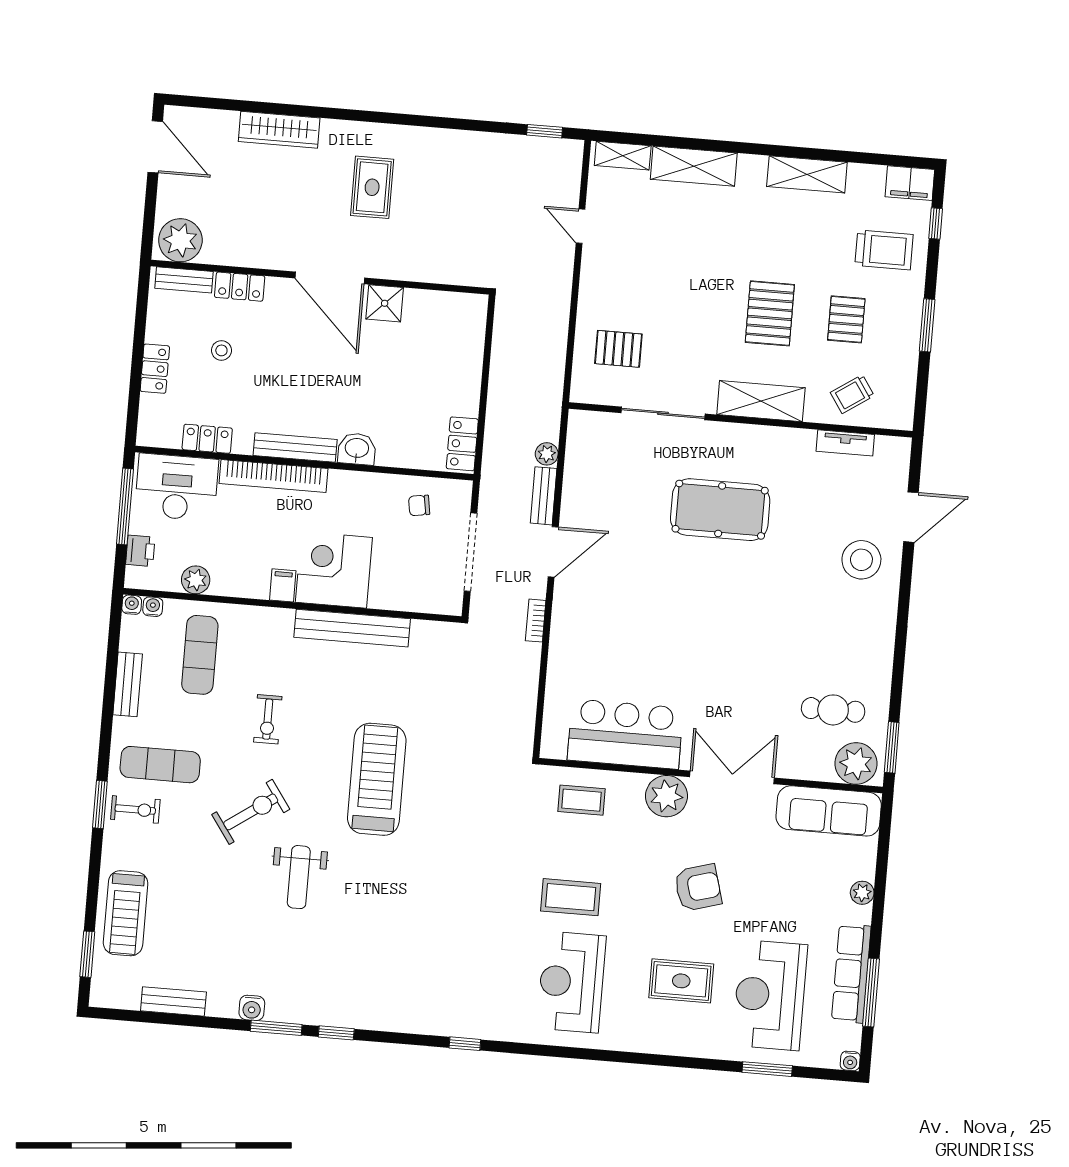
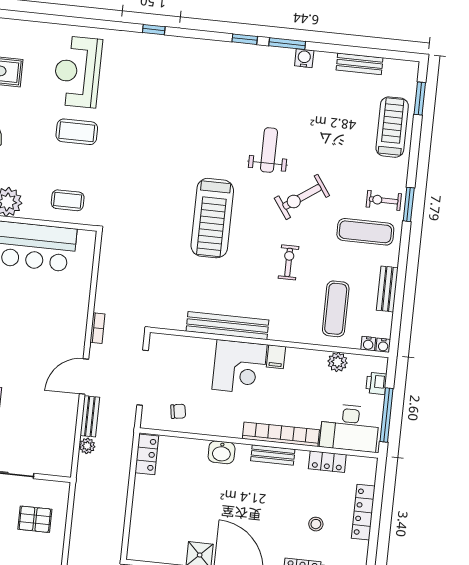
locker: (155, 369) -> (363, 512), width x1.53
bench: (295, 448) -> (273, 455), width x0.73
reception desk: (571, 982) -> (77, 72), turned 180

